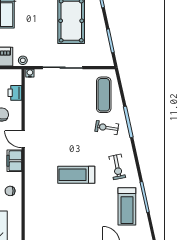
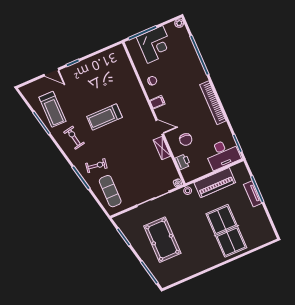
shelving: (30, 116) -> (162, 148), added
filing cabinet: (14, 161) -> (157, 102), width x0.50
treadmill: (76, 175) -> (105, 117), turned 180
treadmill: (127, 206) -> (52, 109), turned 180

